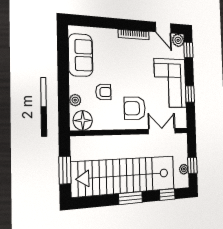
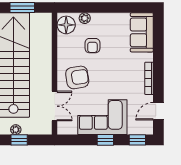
plant: (178, 40) -> (147, 128), removed
sofa: (81, 55) -> (142, 32), moved, turned 90
window: (190, 94) -> (105, 140), moved
armchair: (135, 108) -> (77, 77), turned 81

